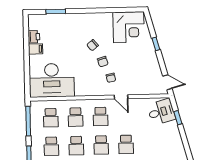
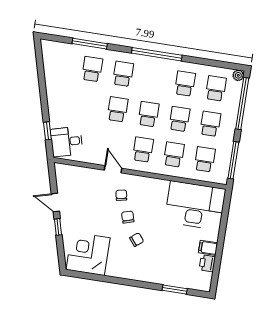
door: (167, 82) -> (55, 203), moved

